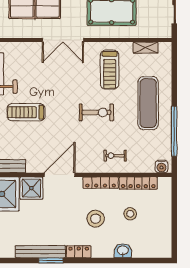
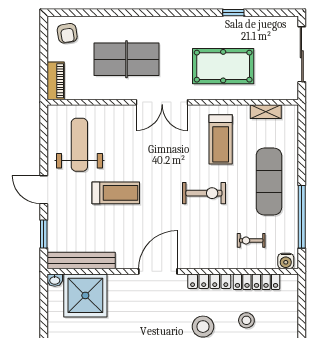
treadmill: (26, 112) -> (116, 193), turned 180
exercise bike: (115, 156) -> (251, 240), moved
shower: (31, 188) -> (122, 288), removed

